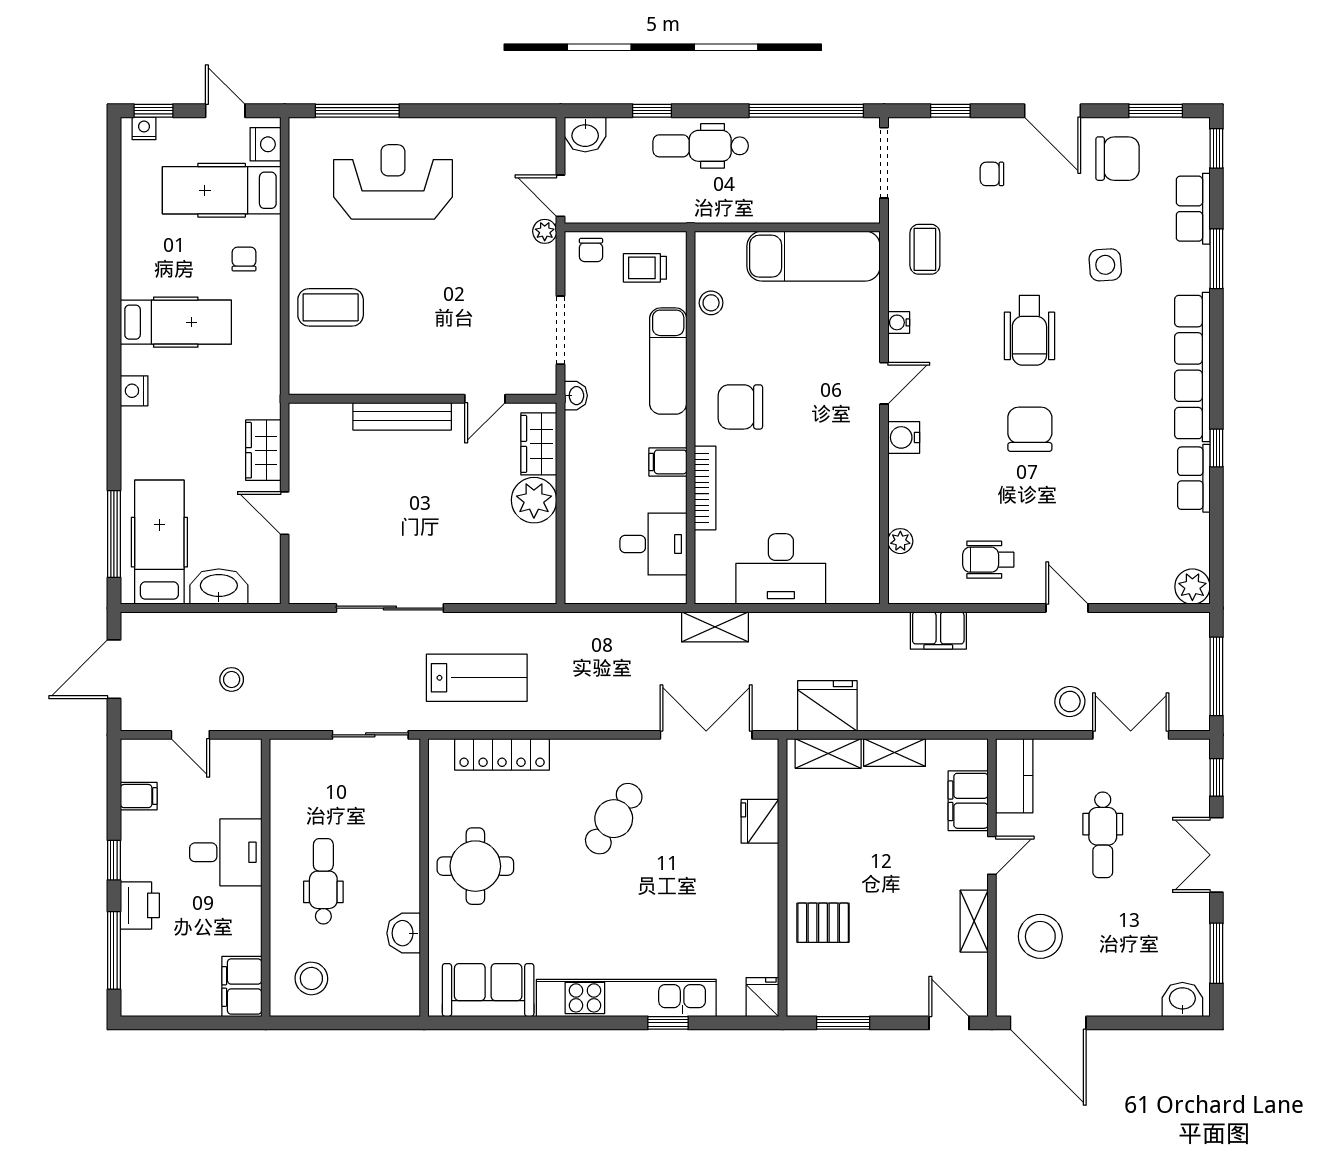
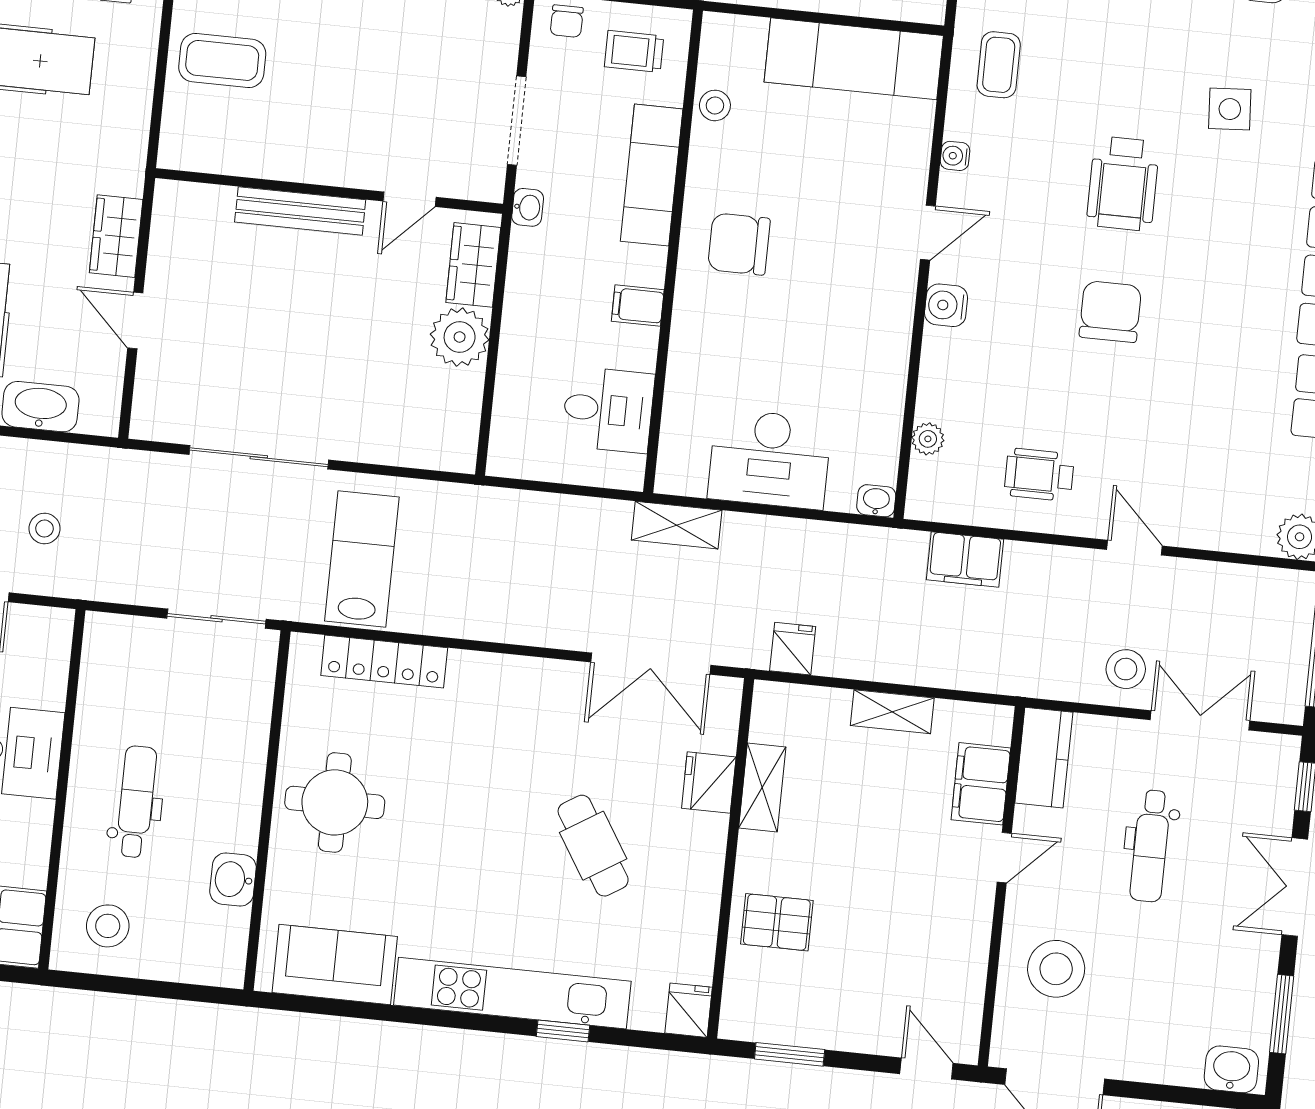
bookcase: (705, 488) -> (682, 344), removed
washbasin: (866, 592) -> (876, 501), added
lab bench: (477, 678) -> (362, 559), turned -90
fridge: (827, 706) -> (793, 649), width x0.53, depth x0.75
double door: (706, 735) -> (651, 664), swing flipped
shelving: (828, 754) -> (762, 787), moved, turned 90
cafe table: (614, 819) -> (593, 846), moved, turned -66
shelving: (974, 921) -> (972, 940), removed

